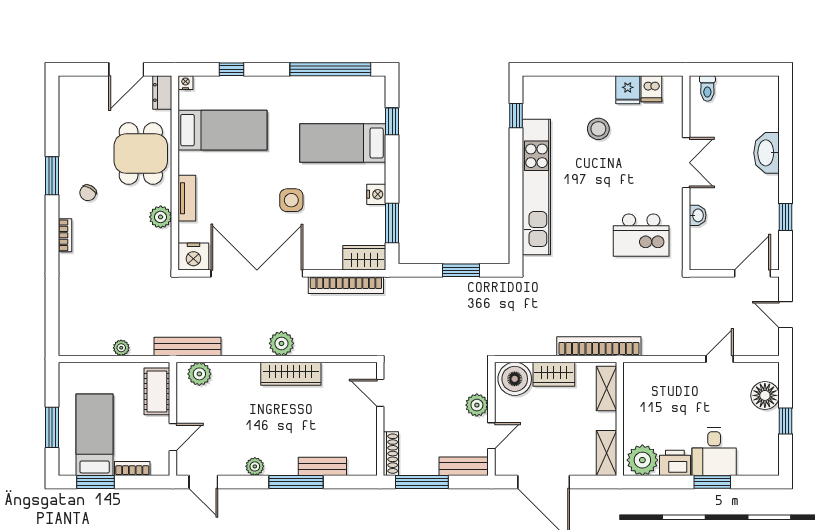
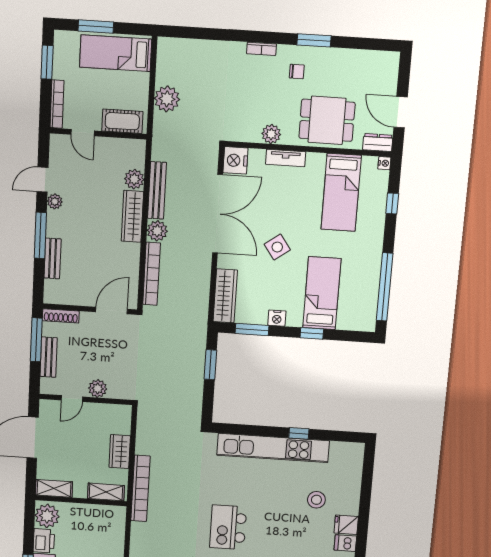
window: (516, 116) -> (299, 433), moved
window: (392, 121) -> (312, 333), moved
chair: (88, 193) -> (297, 72), turned 149
side table: (291, 200) -> (277, 247), turned -36
wardrobe: (364, 258) -> (225, 296), width x1.50
window: (461, 270) -> (210, 365), moved
bookcase: (346, 285) -> (152, 274), moved, turned 180
bench: (187, 346) -> (157, 190), moved
plant: (121, 348) -> (167, 99), width x1.88, depth x1.88
plant: (199, 374) -> (134, 179), moved
wardrobe: (291, 374) -> (132, 216), moved
boiler: (515, 379) -> (118, 420), removed
door: (380, 393) -> (112, 310), width x1.38
bed: (95, 435) -> (116, 53), moved, turned 180
door: (491, 436) -> (72, 399), hinge flipped
bench: (464, 466) -> (49, 357), moved
bookcase: (132, 468) -> (57, 104), width x1.56
door: (203, 482) -> (43, 180), moved

